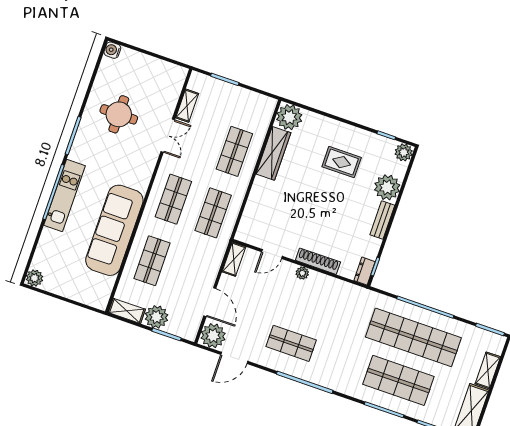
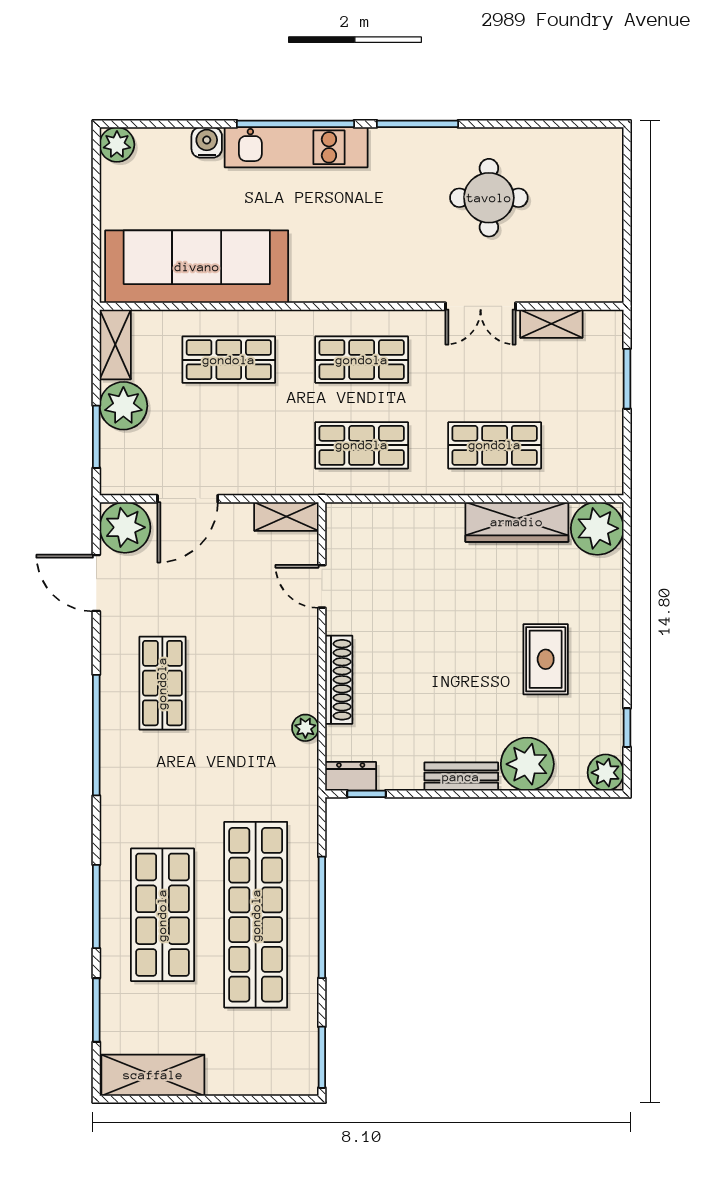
water cooler: (112, 50) -> (207, 142), moved
sofa: (114, 230) -> (197, 267), moved
plant: (302, 273) -> (305, 728), moved
shelving: (488, 370) -> (242, 1080), removed

